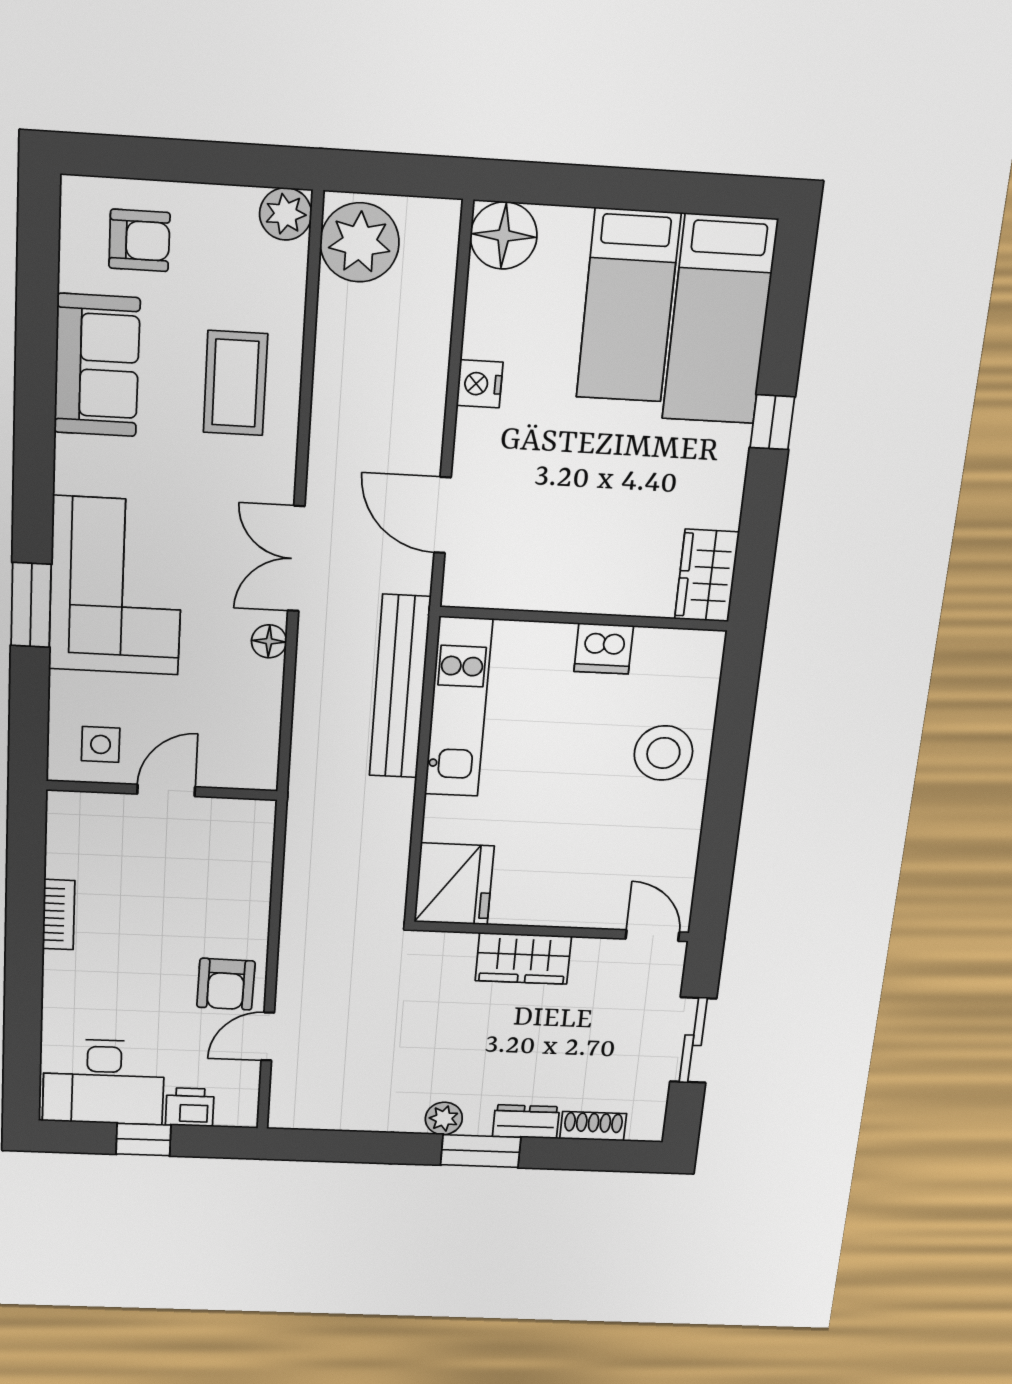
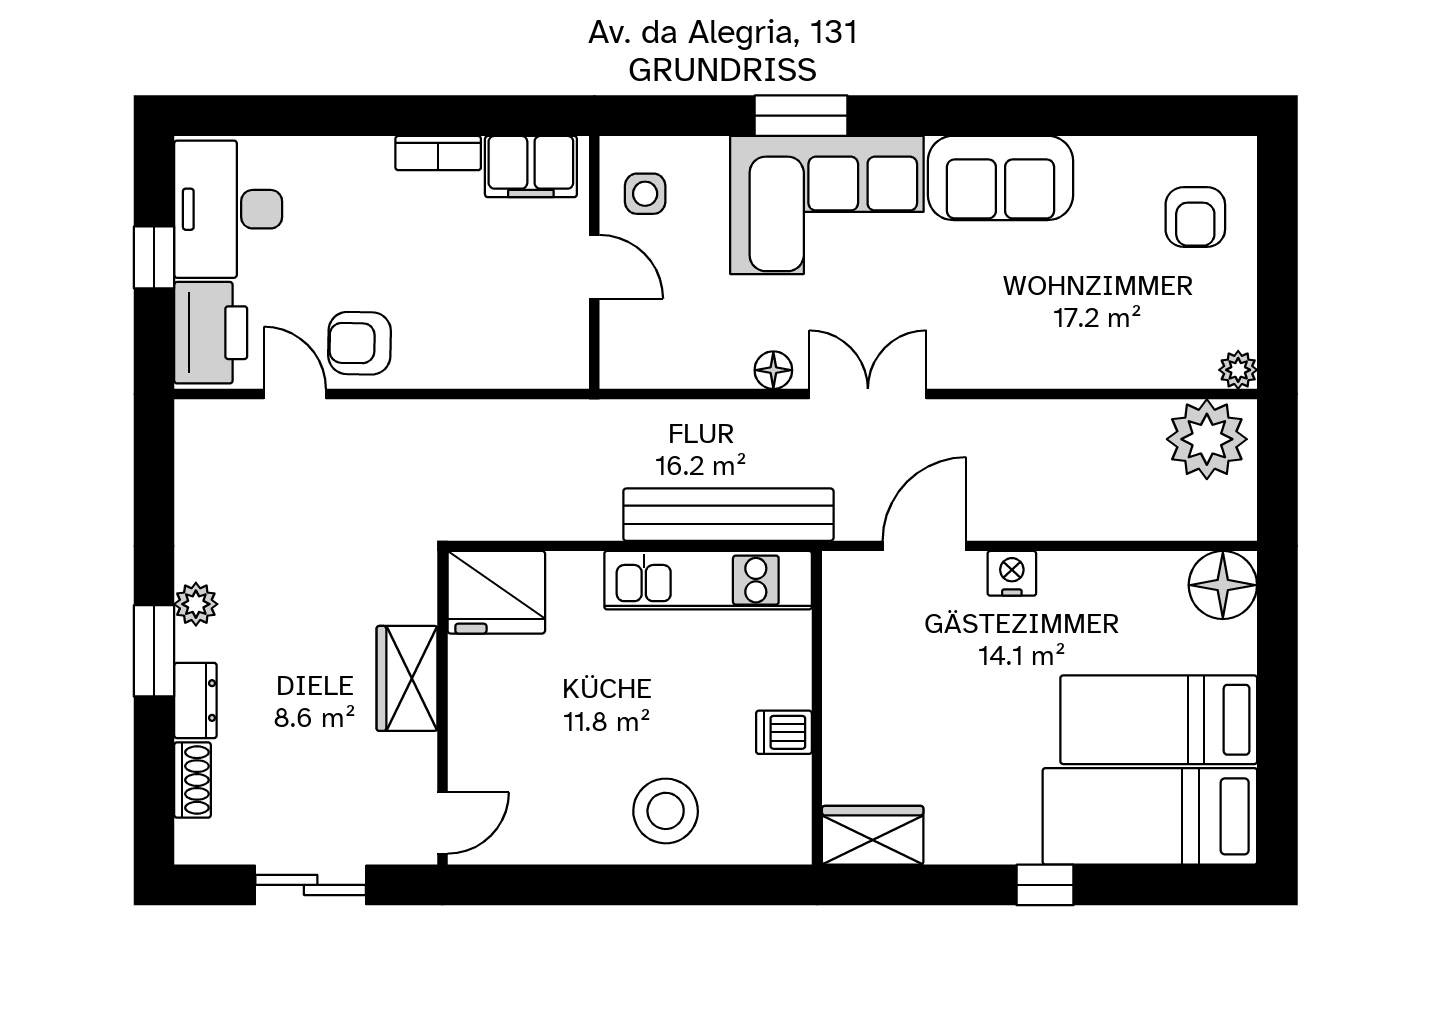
plant: (286, 214) -> (1238, 370), width x0.73, depth x0.73
sofa: (97, 365) -> (1001, 178), moved
coffee table: (235, 383) -> (1054, 321), removed
nightstand: (480, 384) -> (1012, 573), moved
dishwasher: (604, 649) -> (784, 732), width x0.73
filing cabinet: (73, 839) -> (531, 167), added
printer: (190, 1107) -> (211, 333), width x1.87, depth x1.48

